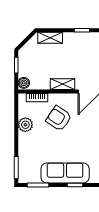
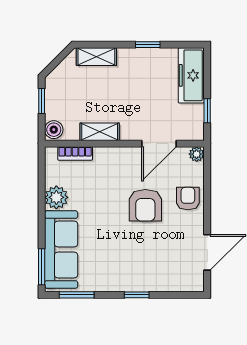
shelving: (63, 84) -> (100, 132), moved
armchair: (59, 118) -> (145, 205), moved, turned -124
sofa: (65, 173) -> (61, 249), moved, turned 90

